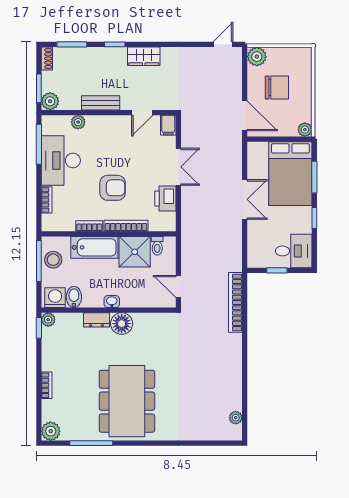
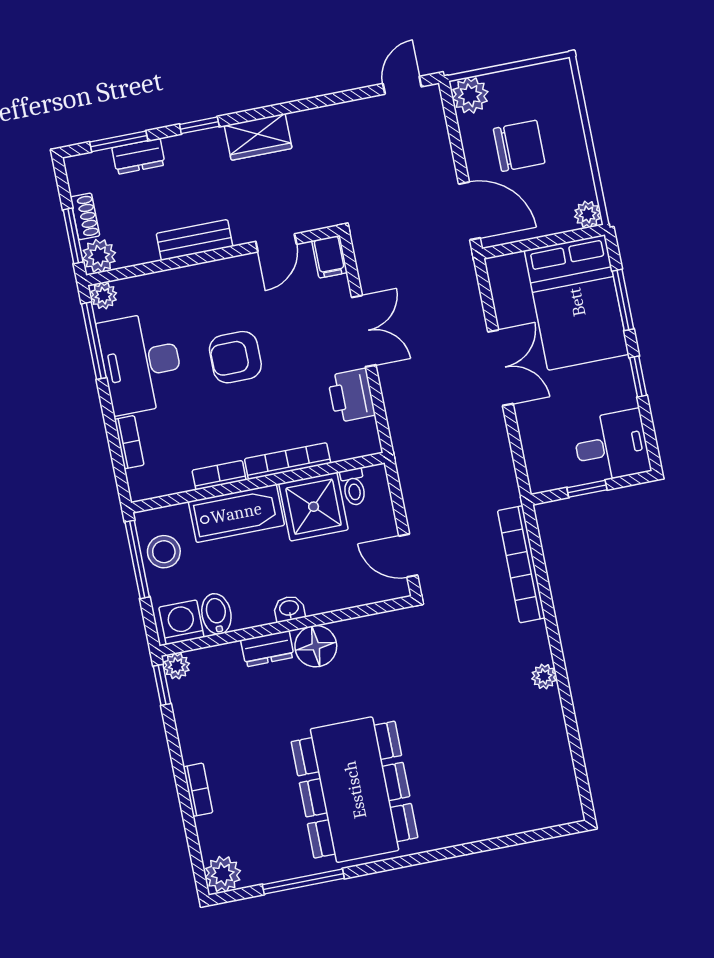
dresser: (80, 54) -> (138, 156), added
shoe rack: (47, 58) -> (85, 216), moved
plant: (78, 122) -> (104, 296), moved
armchair: (113, 188) -> (235, 357), moved, turned 180
plant: (236, 418) -> (544, 676), moved

